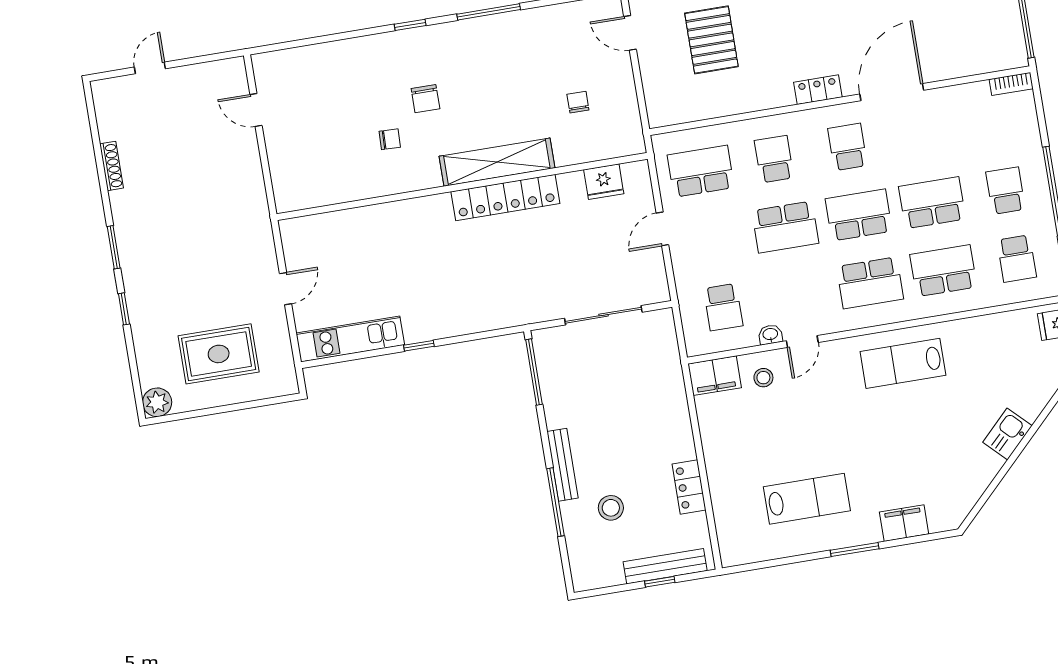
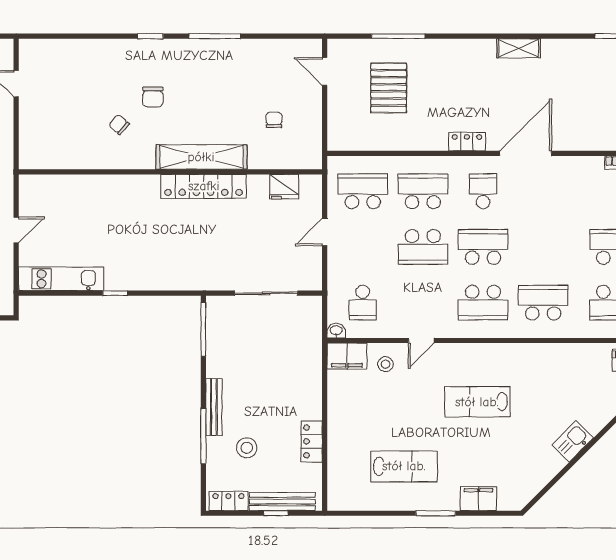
chair: (390, 139) -> (119, 125), turned -141
school desk: (774, 159) -> (423, 191), width x1.85
school desk: (932, 203) -> (543, 247), removed
washbasin: (770, 335) -> (336, 331), moved
lab bench: (903, 363) -> (477, 402), moved
locker: (599, 576) -> (228, 501), added

